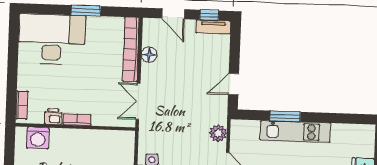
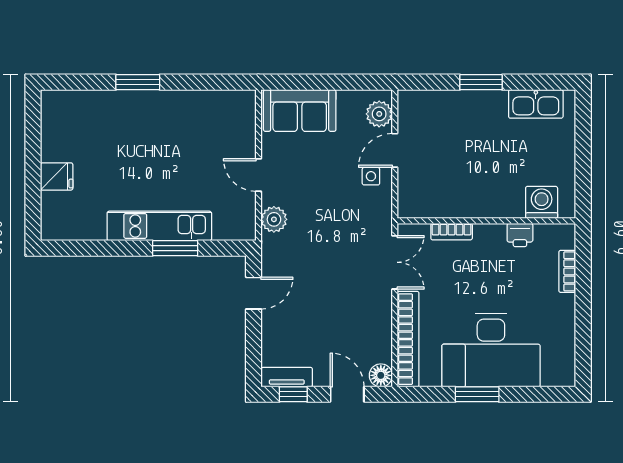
desk: (52, 39) -> (491, 350), moved
floor lamp: (149, 55) -> (381, 375), moved
bookcase: (22, 105) -> (567, 271), moved
bookcase: (77, 120) -> (452, 232), moved

